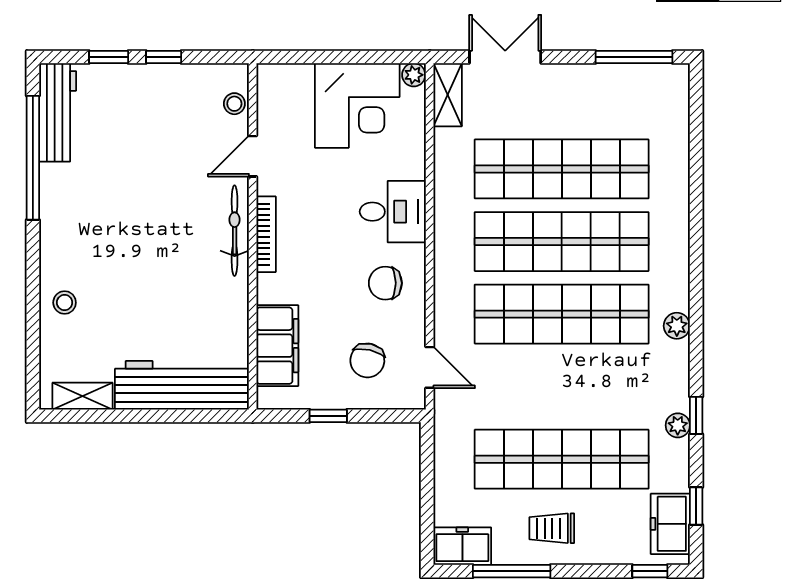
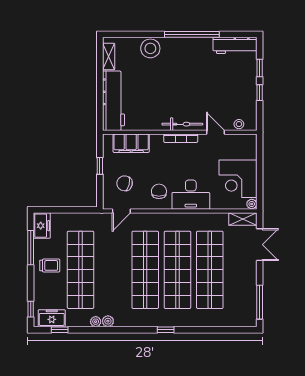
window: (33, 158) -> (192, 34), moved
desk: (393, 212) -> (191, 195), width x1.37
stool: (65, 303) -> (150, 48), width x1.89, depth x1.89
plant: (677, 326) -> (108, 321), moved
window: (696, 415) -> (166, 330), moved
trolley: (552, 528) -> (50, 265), turned 90

